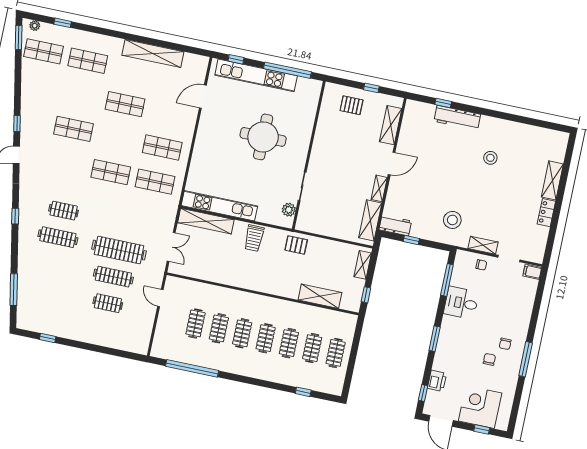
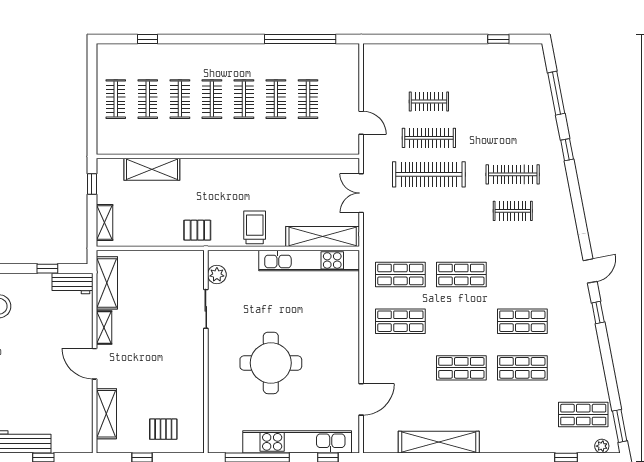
shop shelf: (88, 61) -> (522, 368), moved
door: (392, 163) -> (95, 364), hinge flipped
window: (15, 216) -> (567, 150), moved

